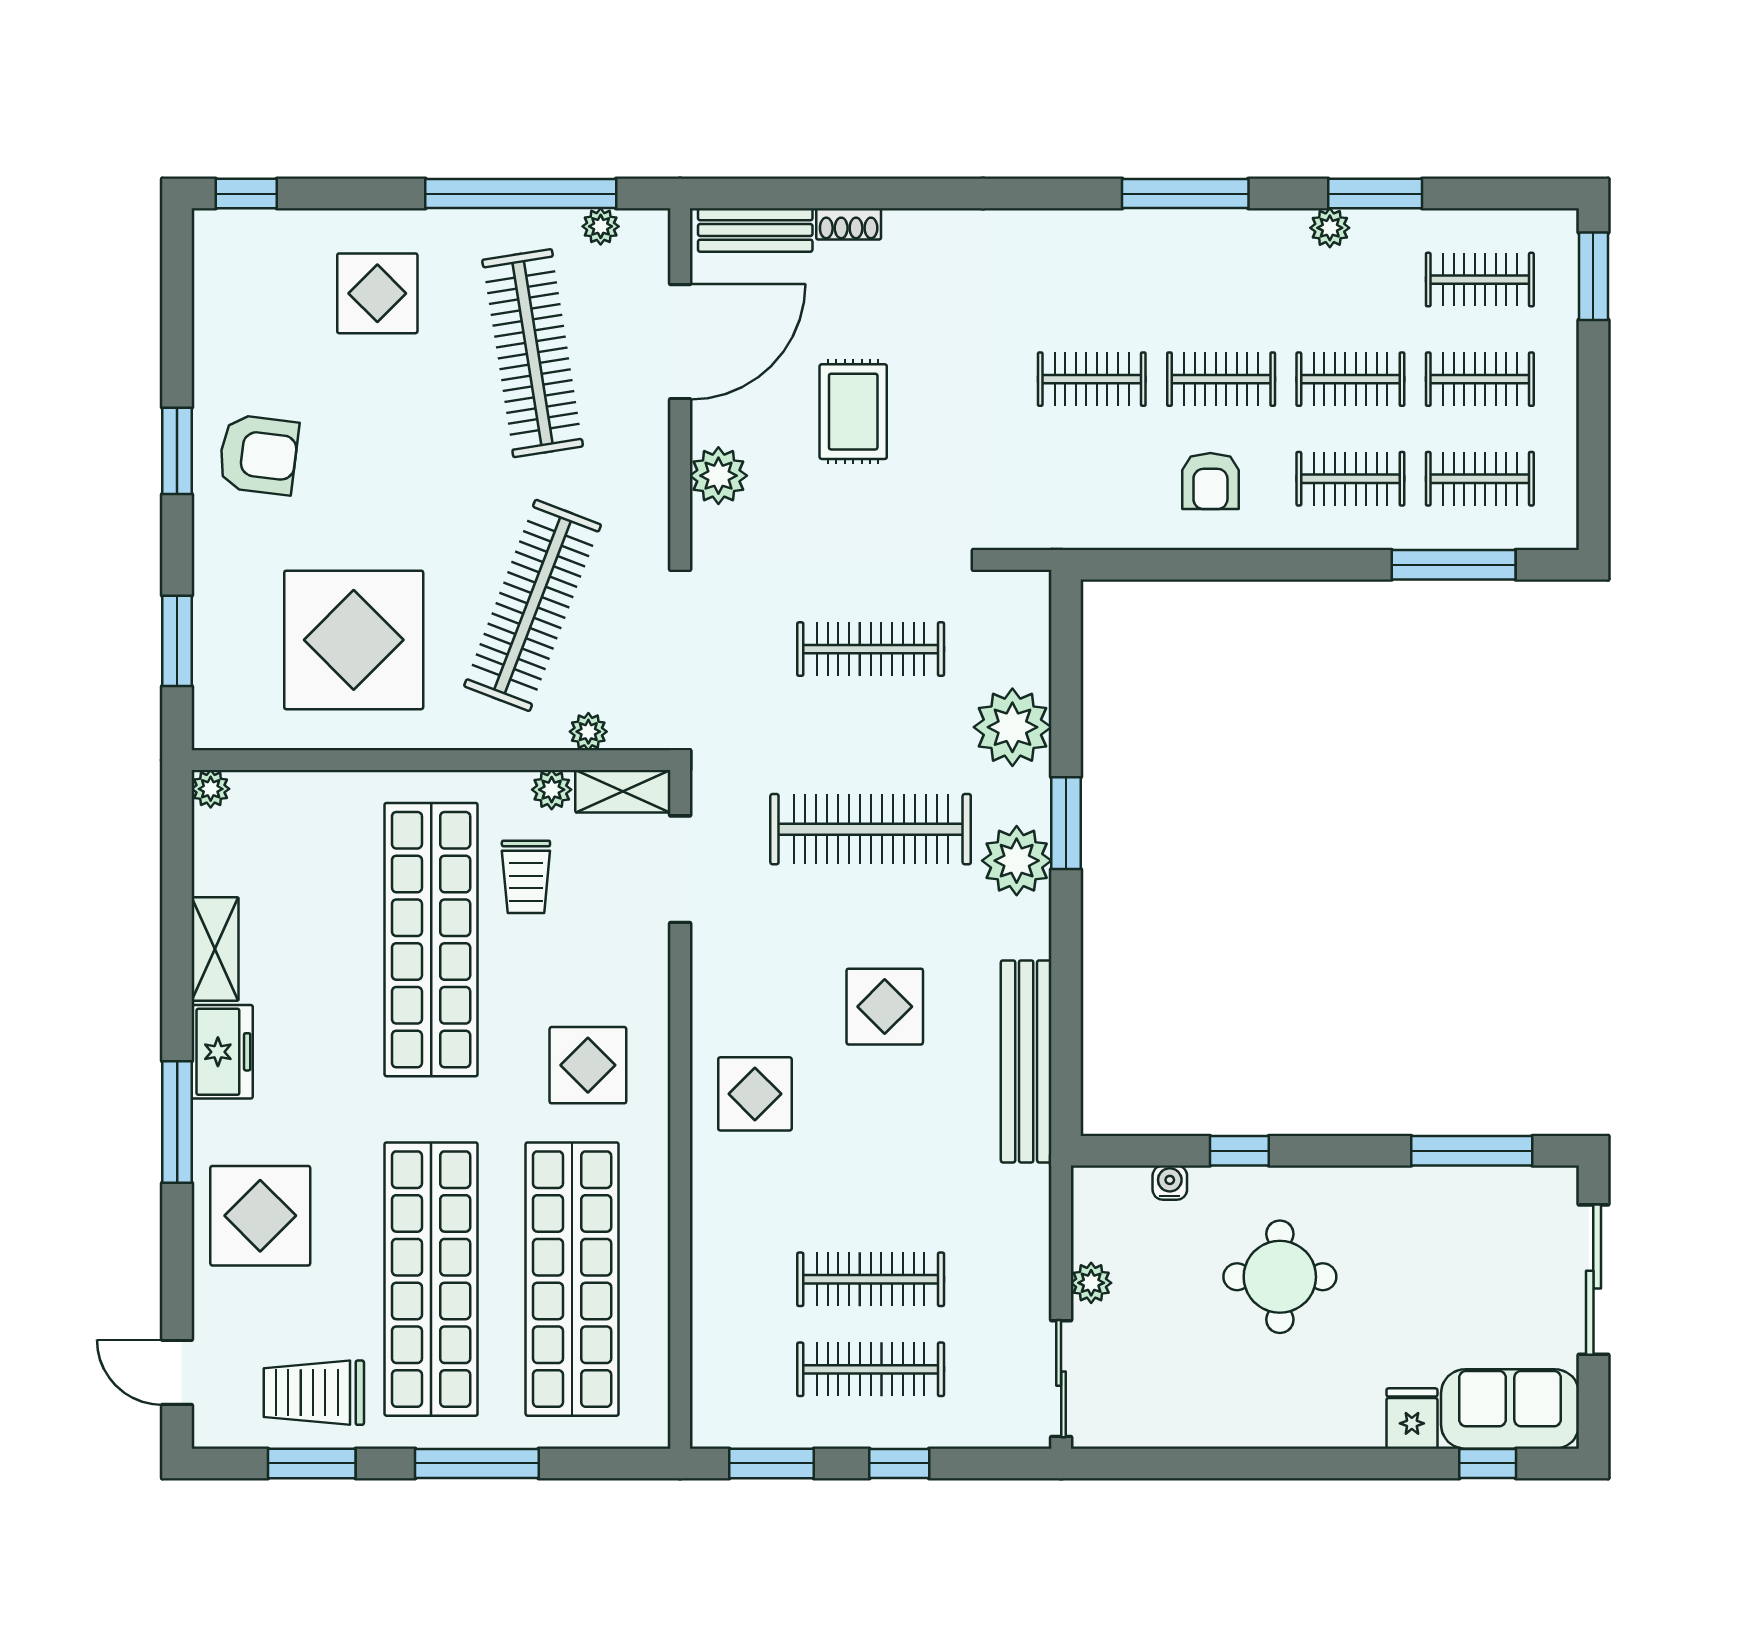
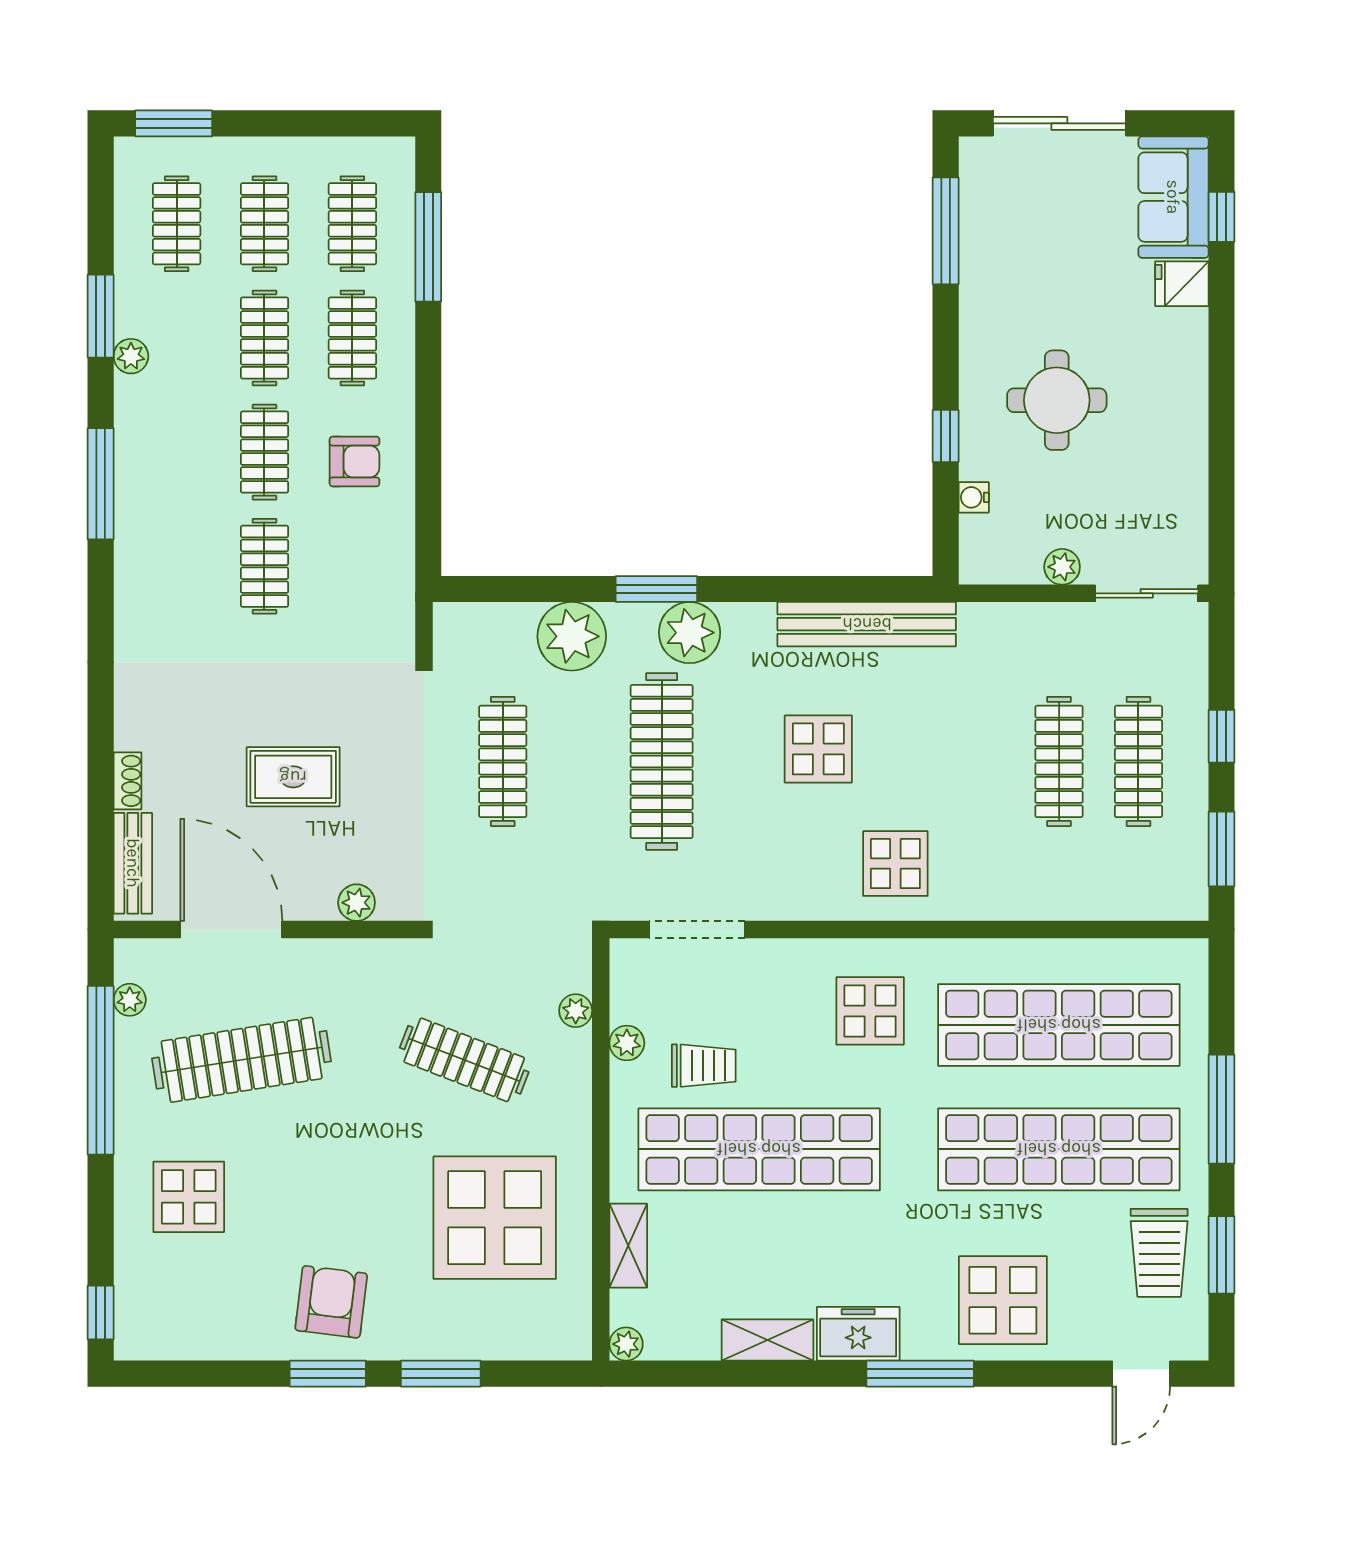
plant: (718, 476) -> (357, 903), width x0.73, depth x0.73
clothes rail: (533, 605) -> (464, 1060), width x0.73, depth x0.76
window: (177, 641) -> (441, 1374), moved
shelving: (623, 791) -> (628, 1246), moved

